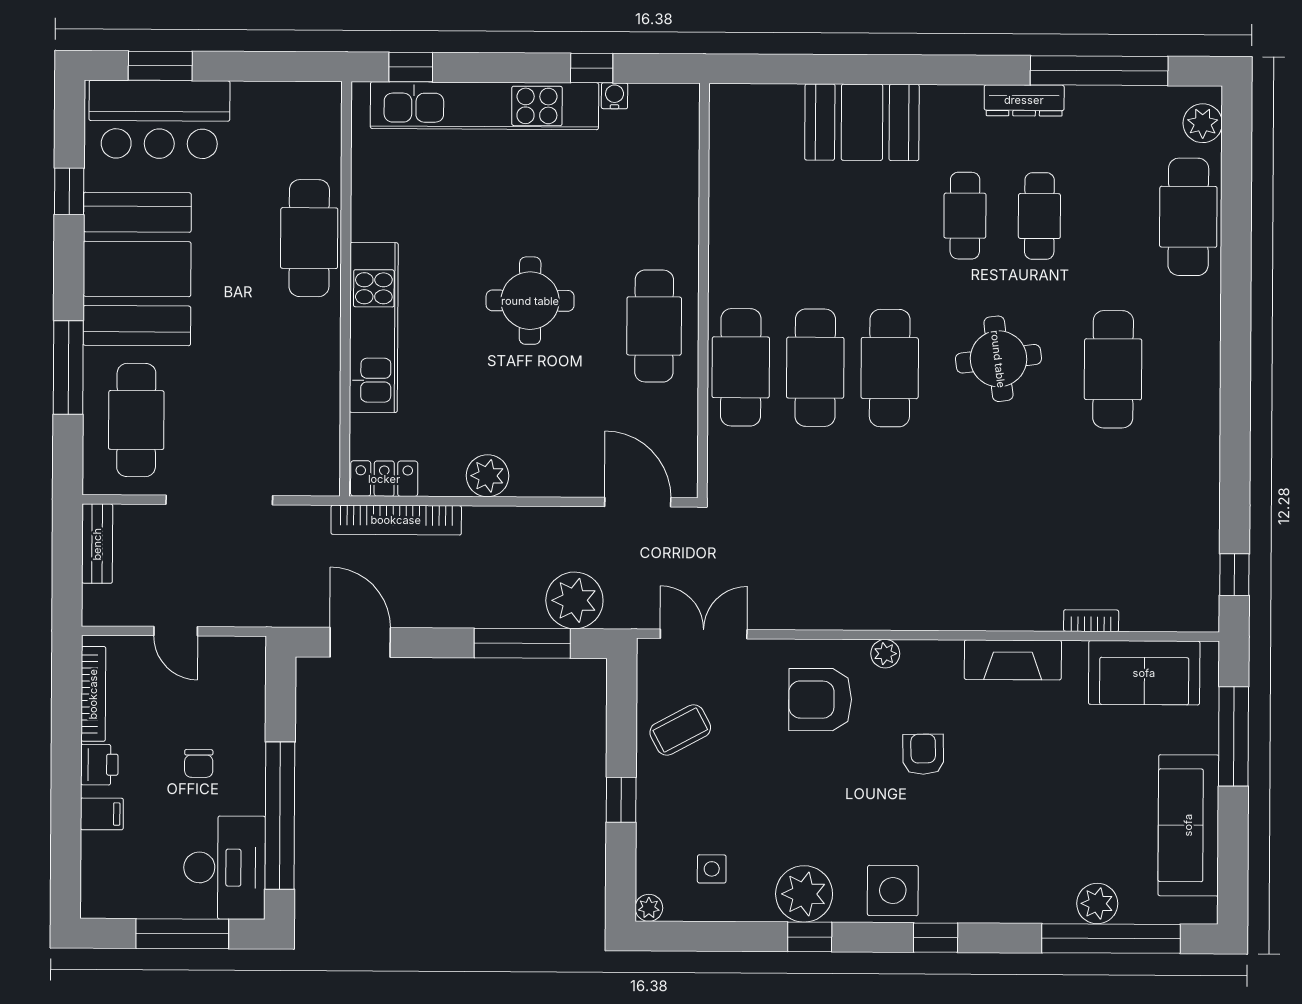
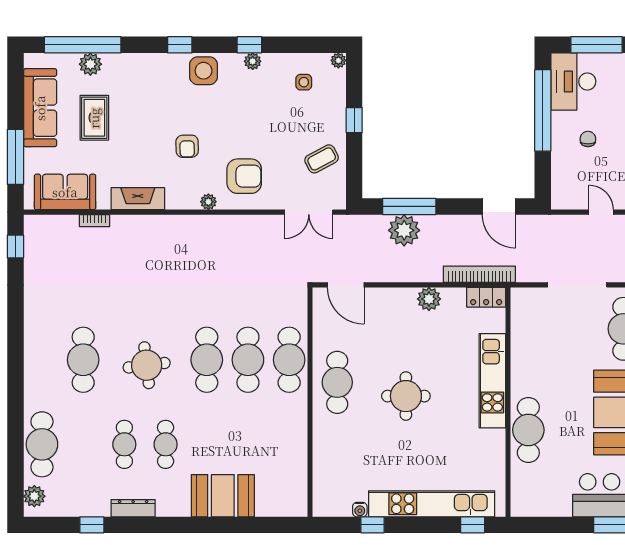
window: (1099, 71) -> (92, 525), width x0.32
plant: (574, 600) -> (404, 230), moved
rug: (1091, 807) -> (94, 118), added
plant: (804, 894) -> (253, 61), width x0.53, depth x0.53

